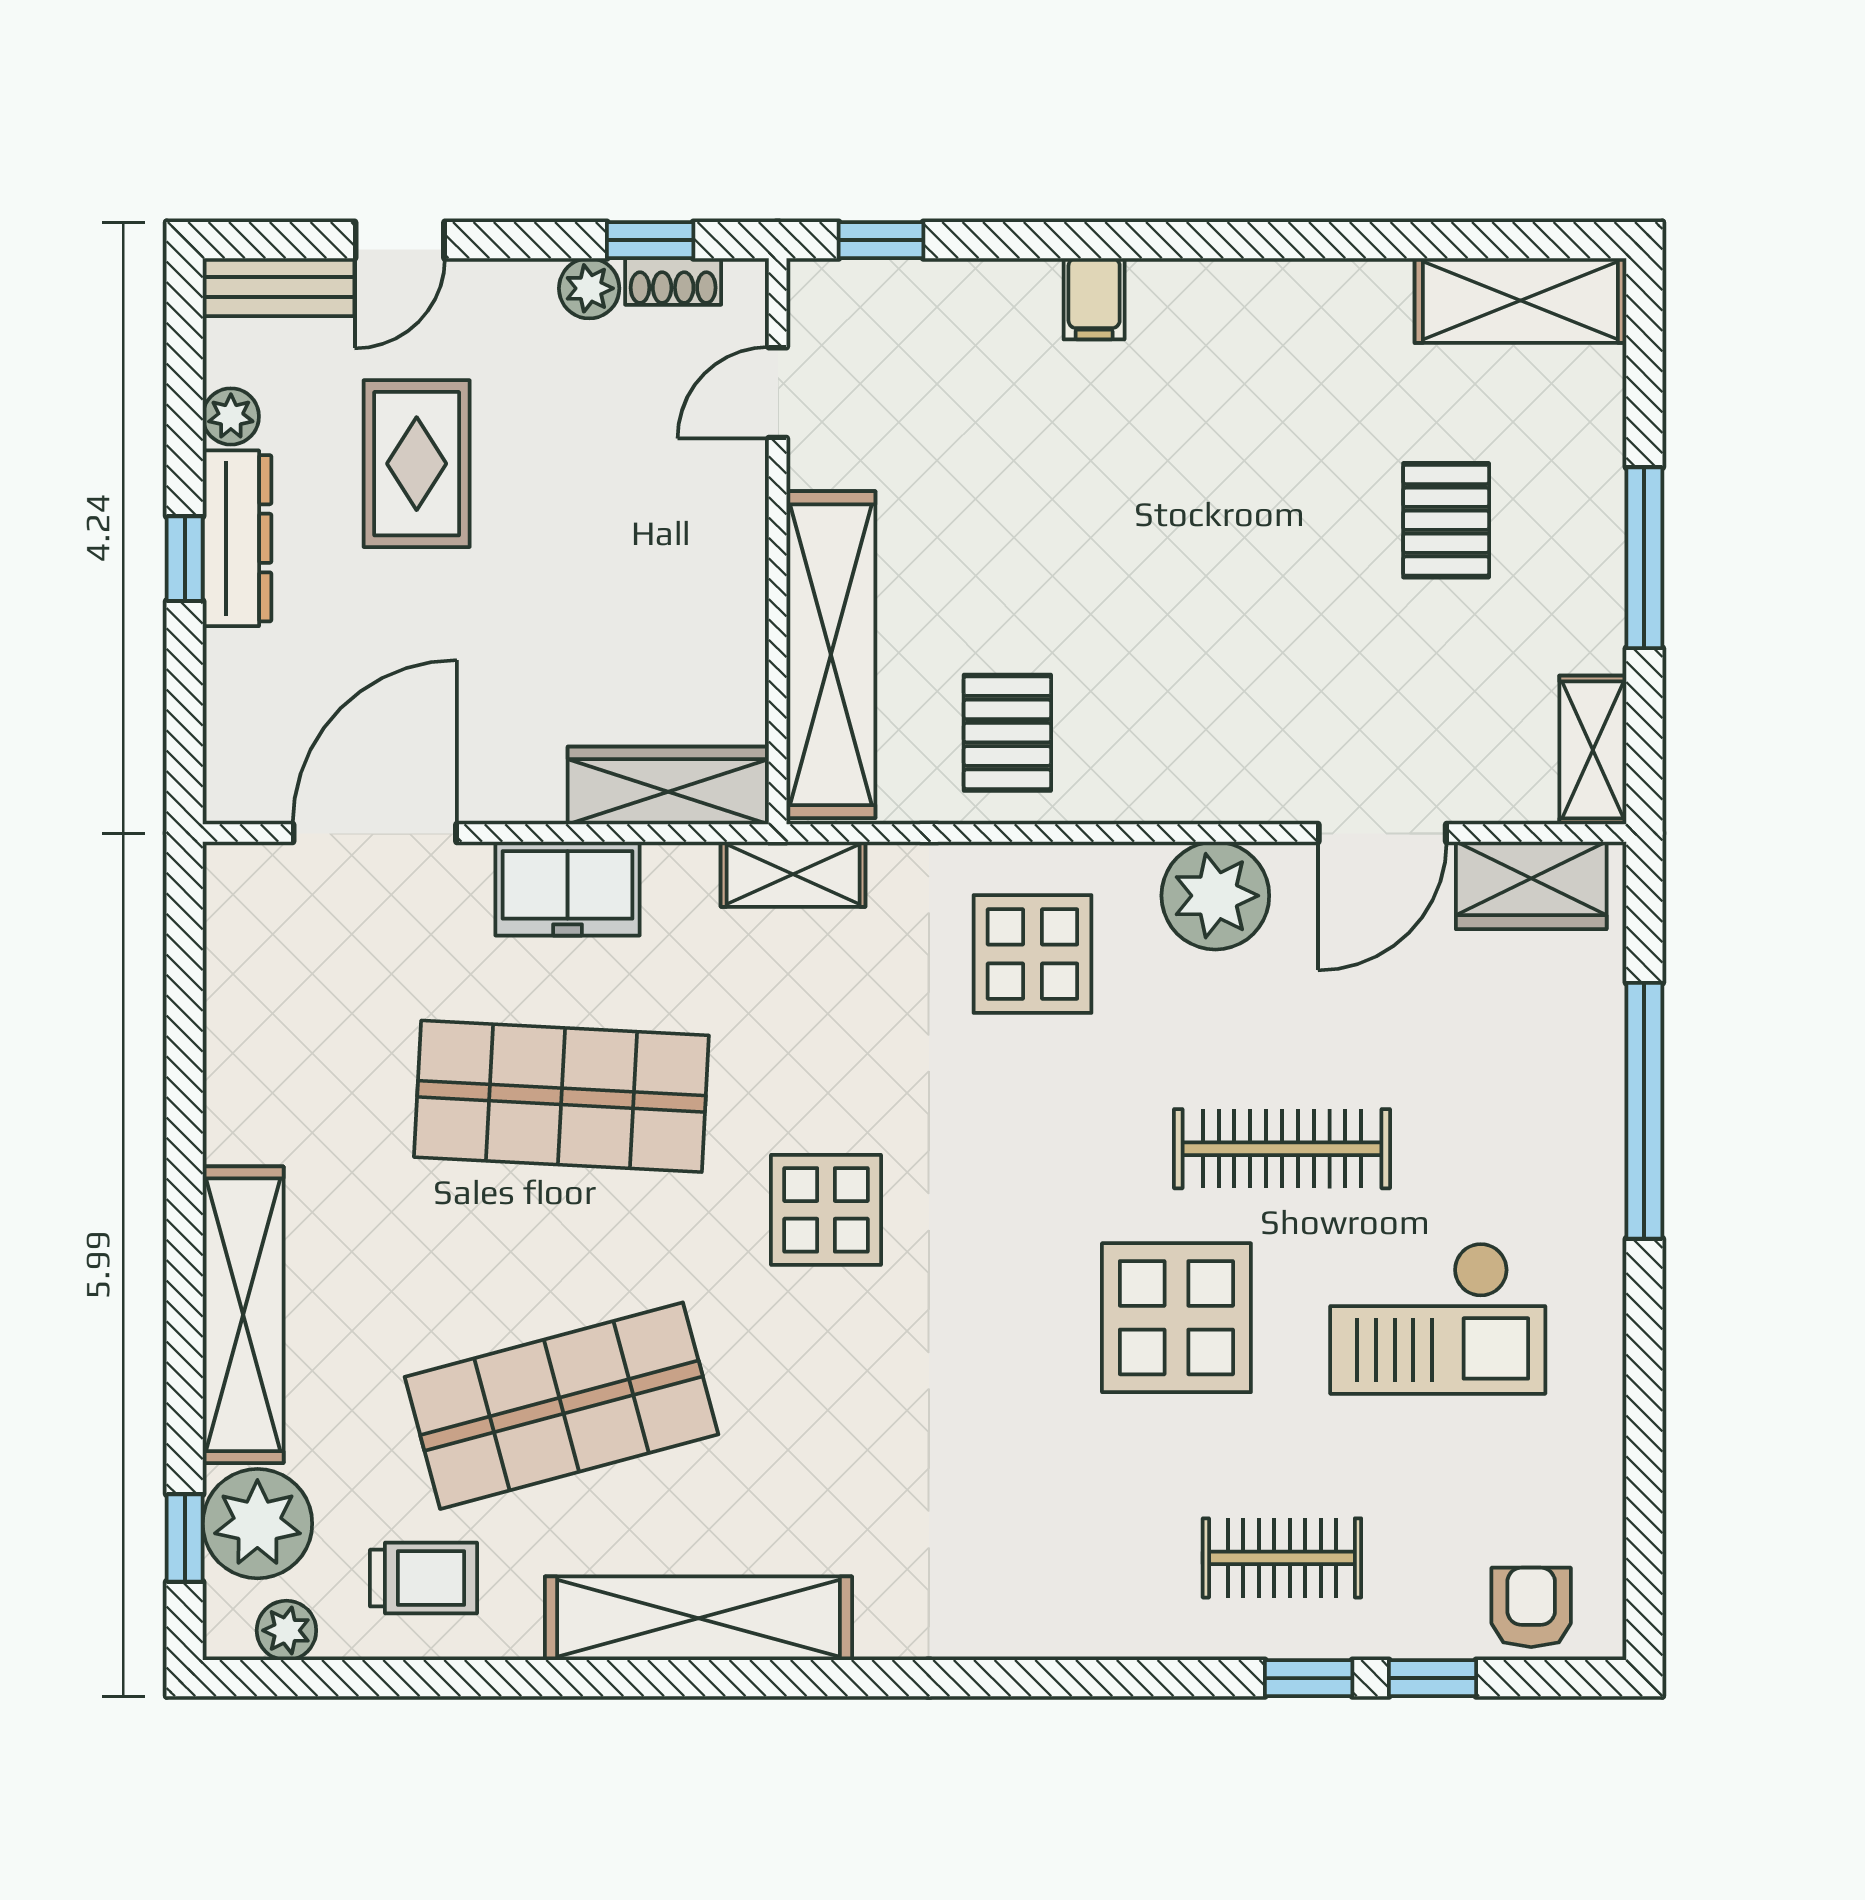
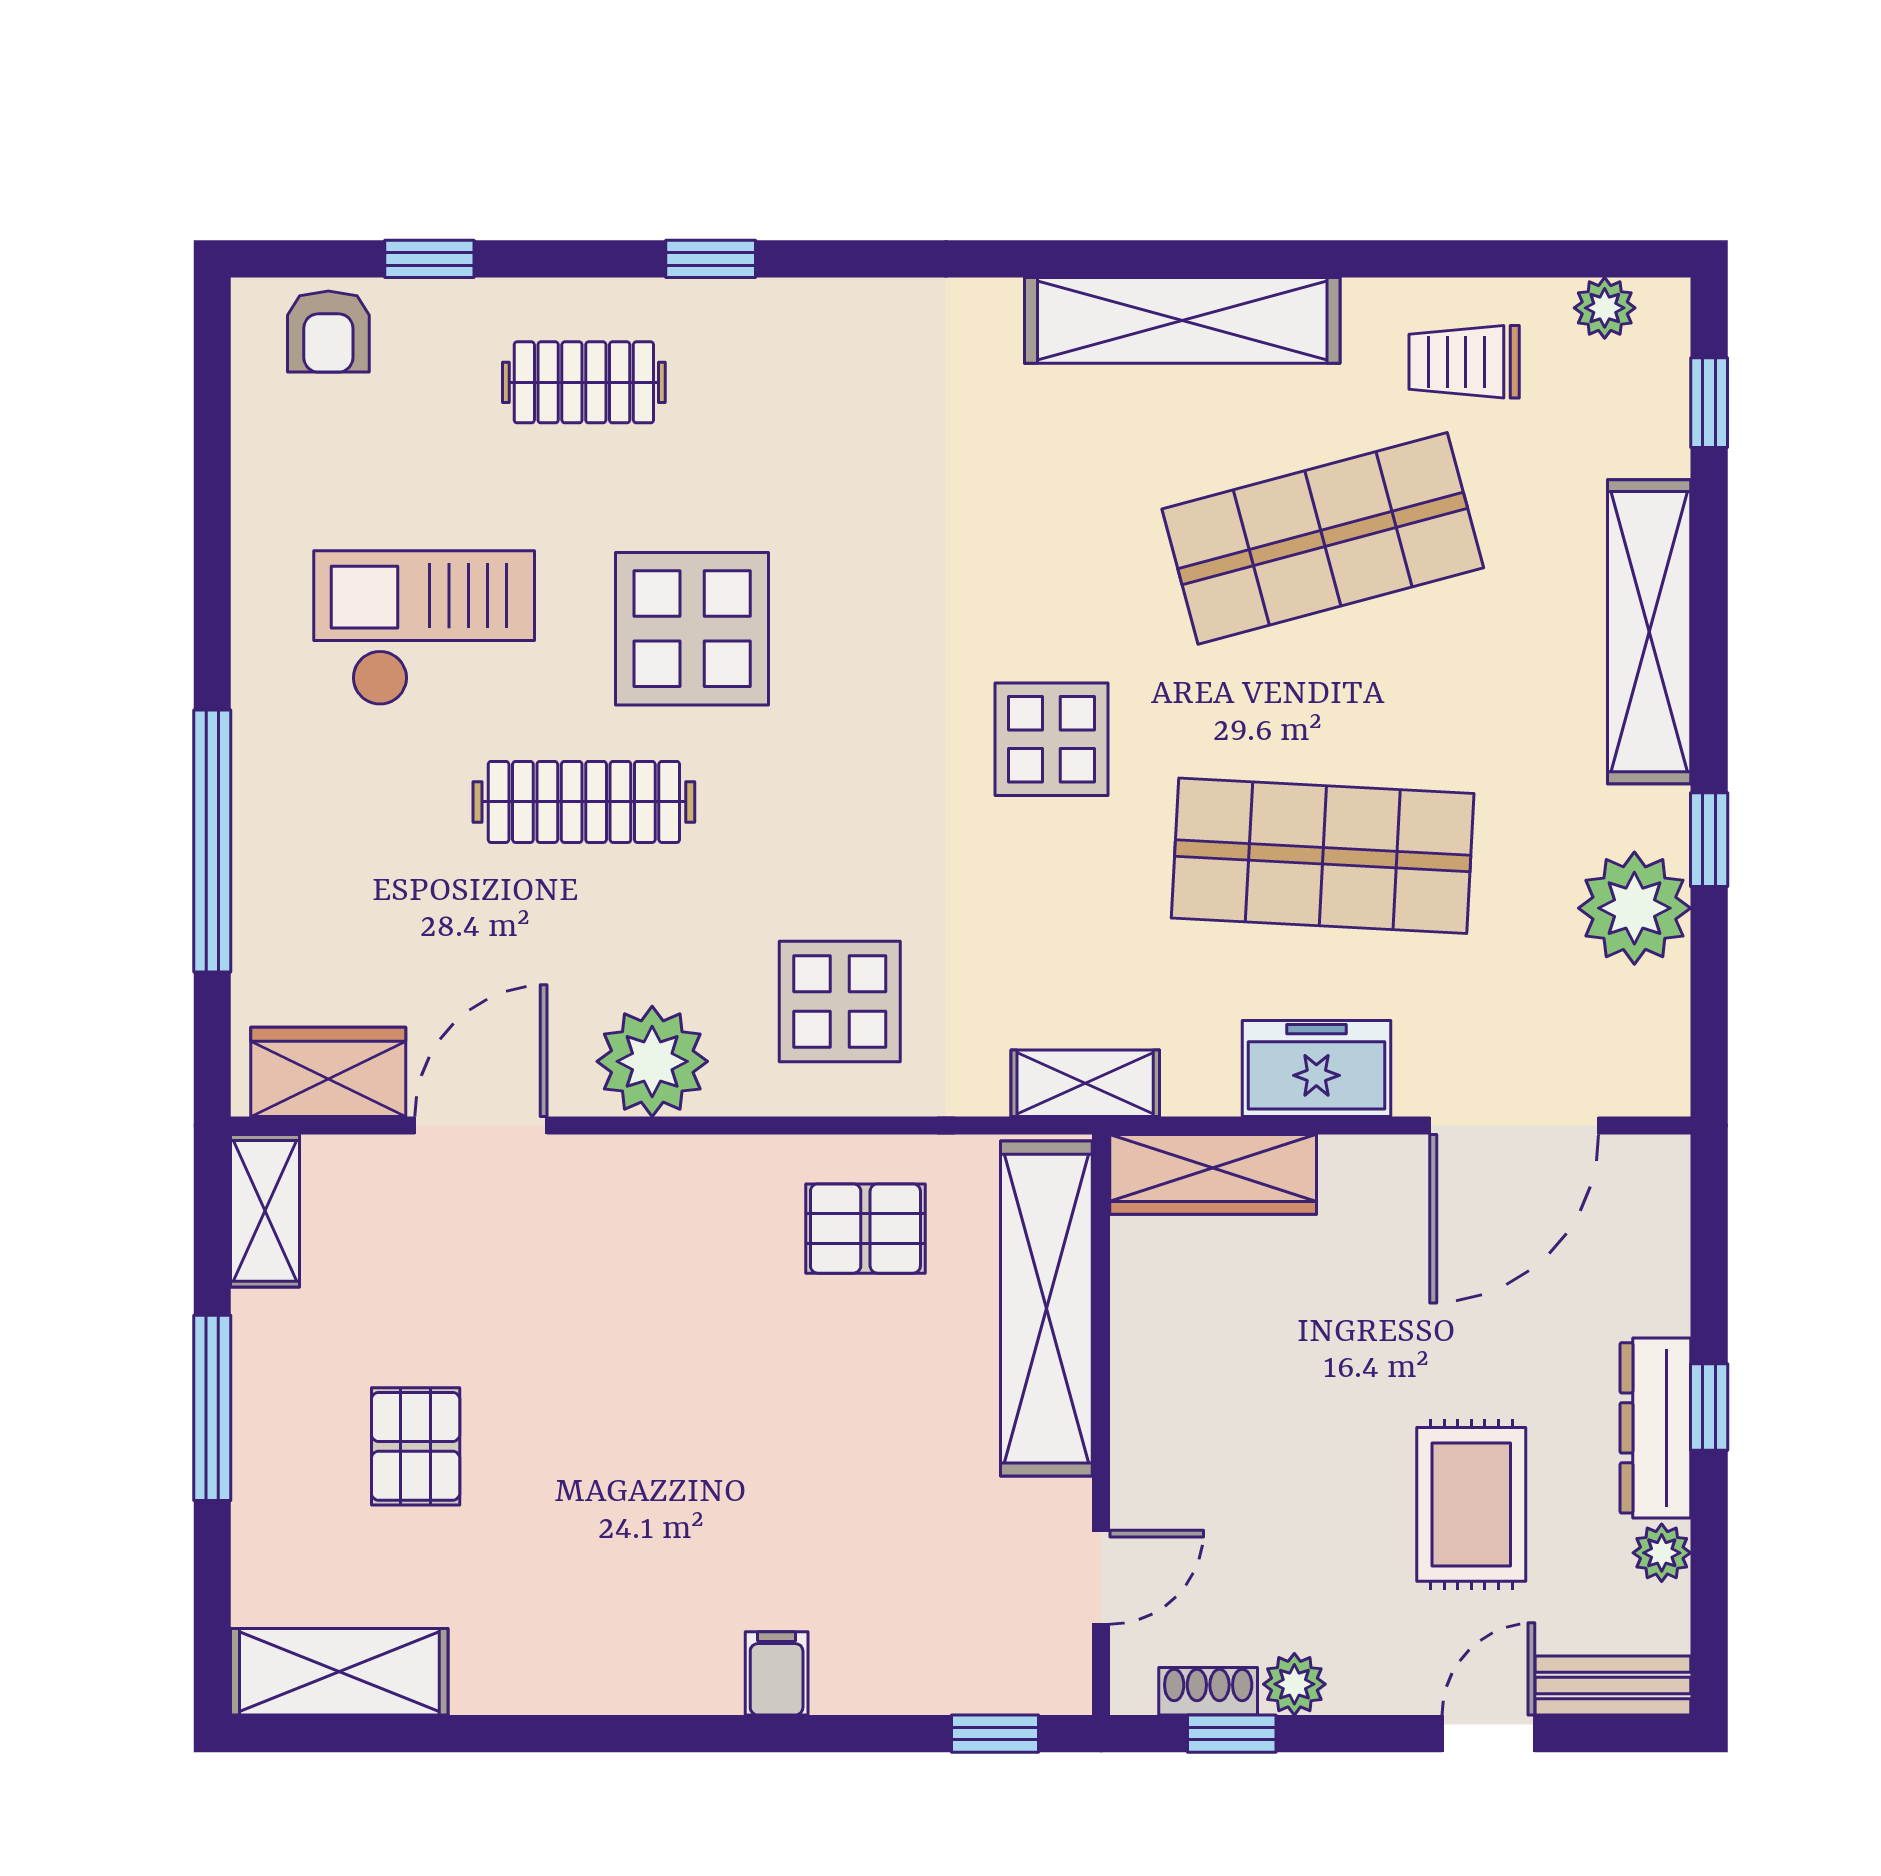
pallet: (1007, 733) -> (865, 1229), turned 90
window: (185, 1112) -> (1709, 840), added
plant: (257, 1524) -> (1634, 908), moved
window: (1309, 1678) -> (711, 259), moved

